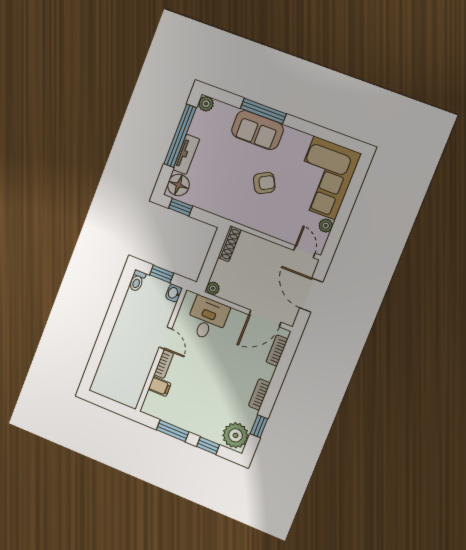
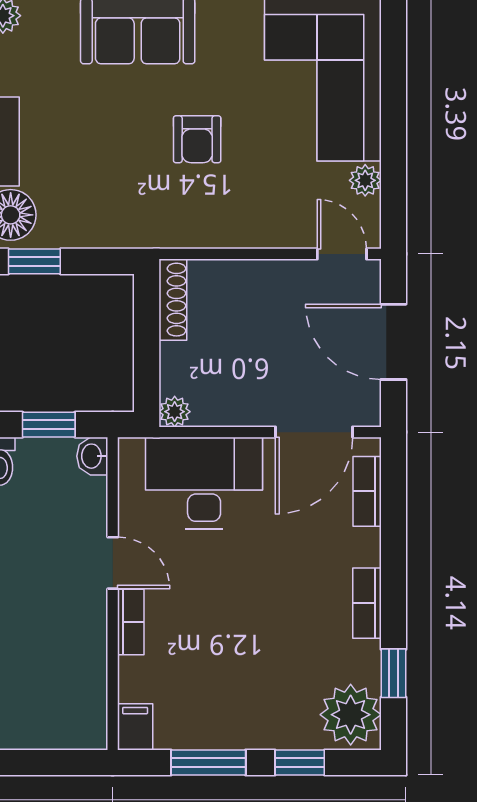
armchair: (264, 183) -> (197, 139), turned 118
desk: (207, 319) -> (204, 483), width x1.37
filing cabinet: (160, 386) -> (135, 727), moved, turned -90

